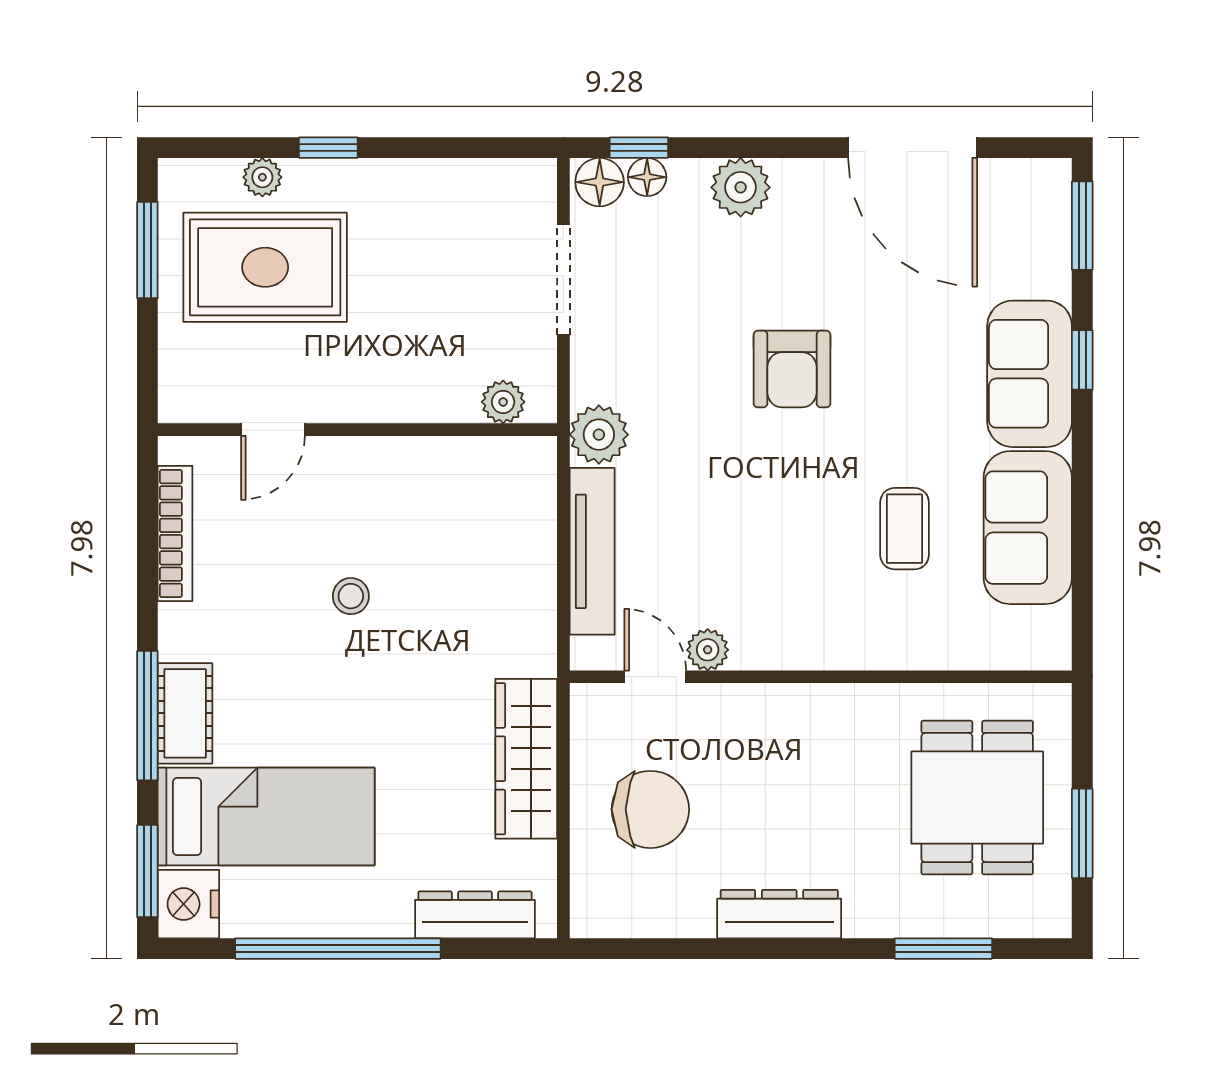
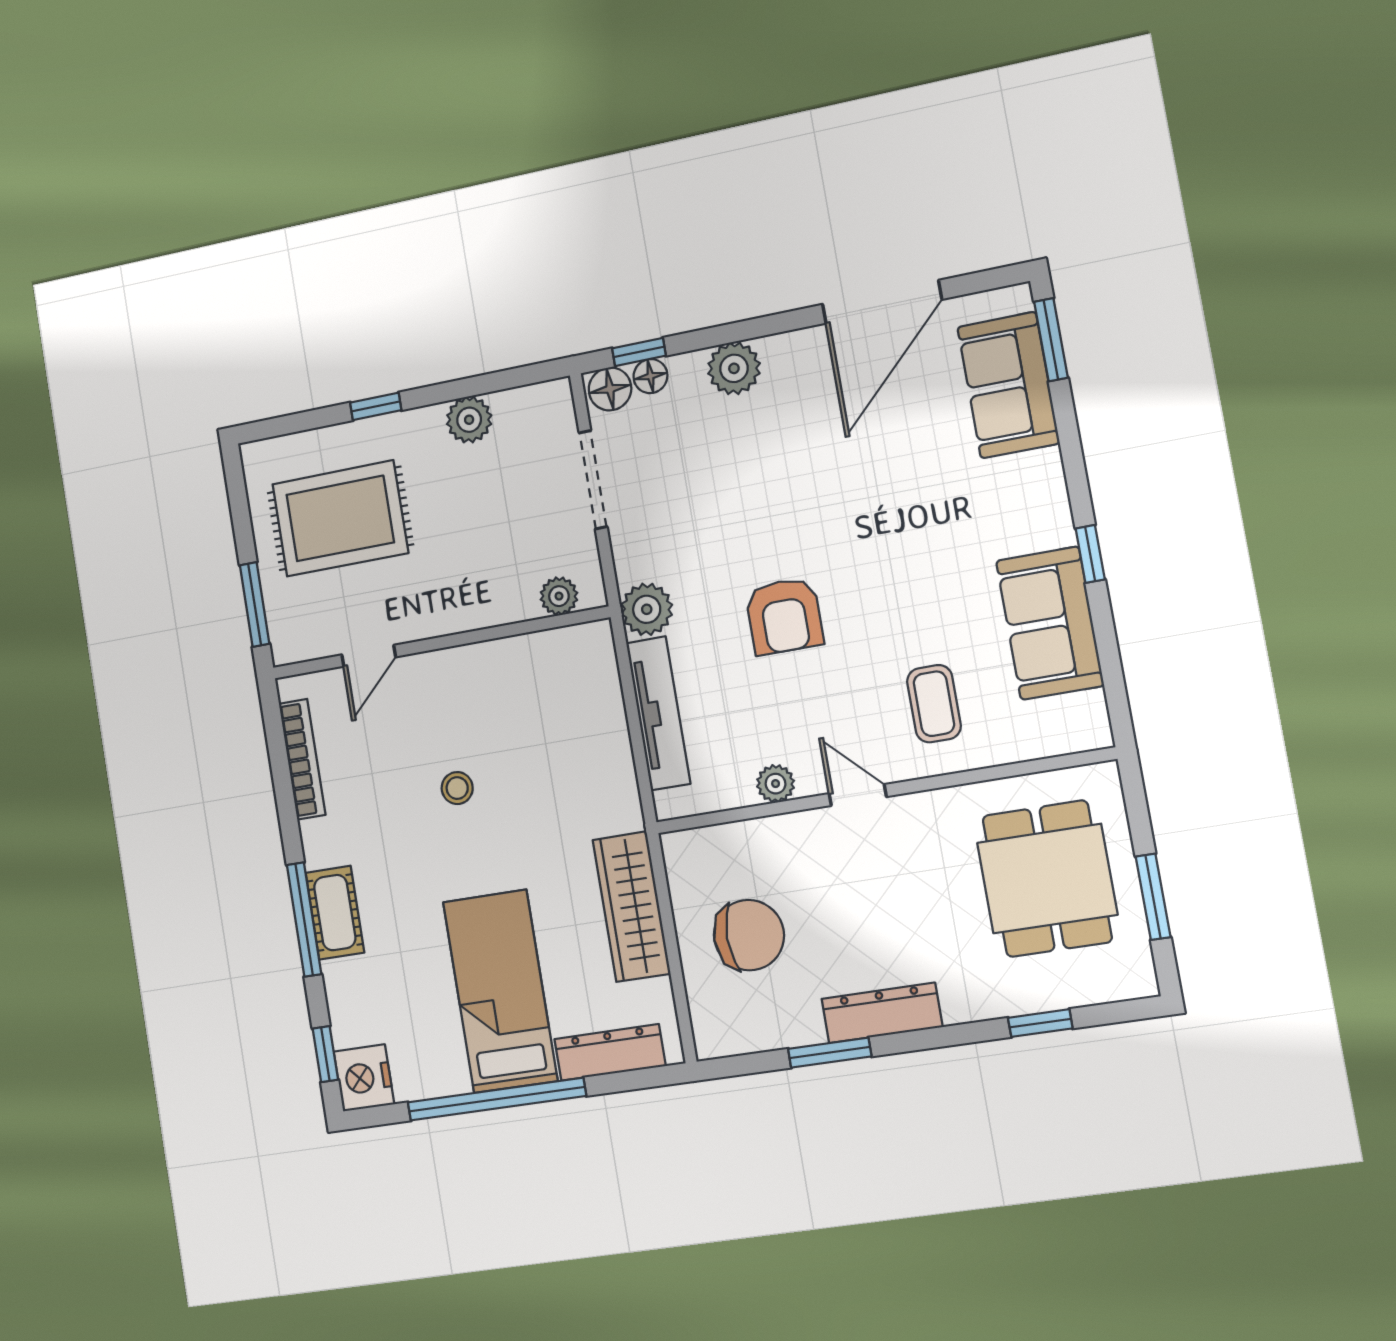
door: (913, 148) -> (882, 302), hinge flipped
plant: (262, 177) -> (469, 420), moved, width x1.38, depth x1.38
window: (147, 250) -> (255, 604), moved
window: (1082, 360) -> (1090, 554), moved
armchair: (792, 369) -> (784, 616), moved
sofa: (1030, 374) -> (1008, 385), moved
coffee table: (905, 529) -> (934, 704), moved
door: (655, 677) -> (858, 795), moved
bed: (266, 816) -> (500, 991), moved, turned -90
window: (147, 871) -> (325, 1054), width x0.67
window: (716, 949) -> (830, 1053), added
window: (943, 949) -> (1040, 1023), width x0.67

